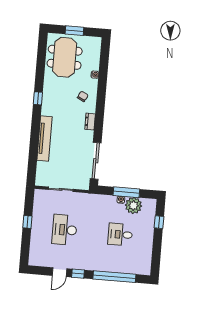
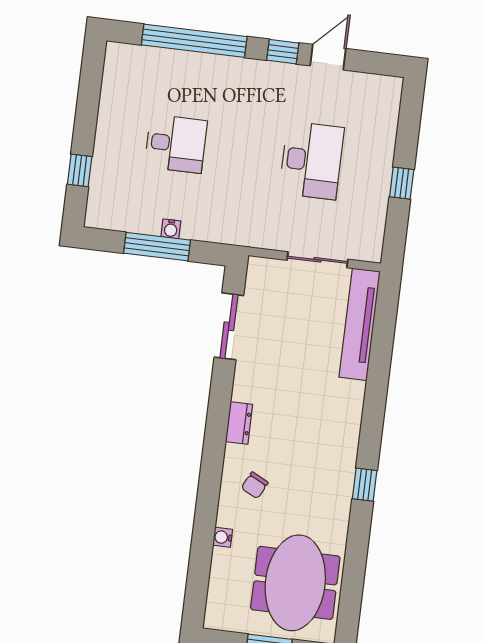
tv unit: (45, 139) -> (360, 324), moved
sliding door: (96, 161) -> (229, 326), width x0.73
plant: (133, 206) -> (141, 213), removed

